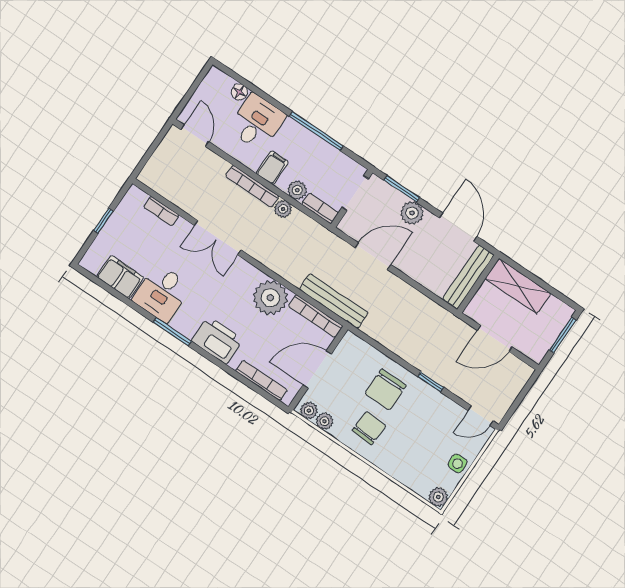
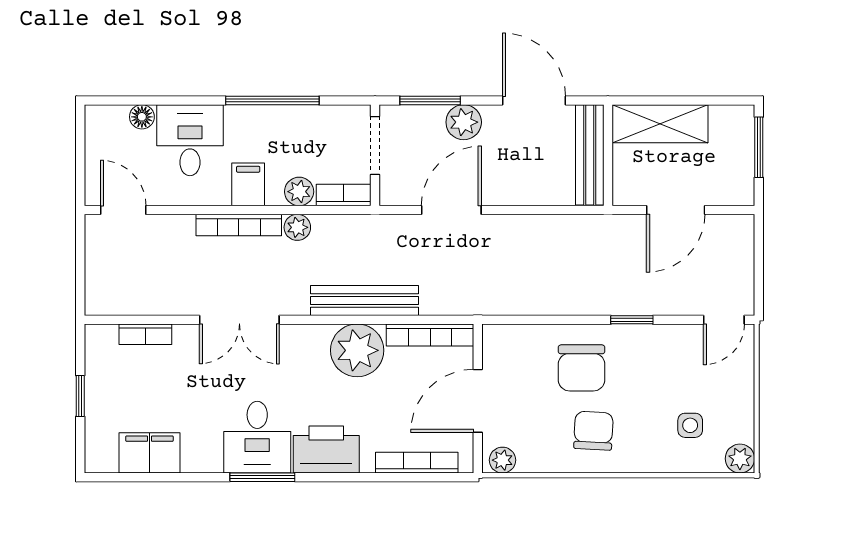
desk: (162, 293) -> (257, 437), moved
bench: (334, 301) -> (364, 300), moved
plant: (324, 421) -> (531, 460), removed
side table: (458, 463) -> (690, 425), moved

